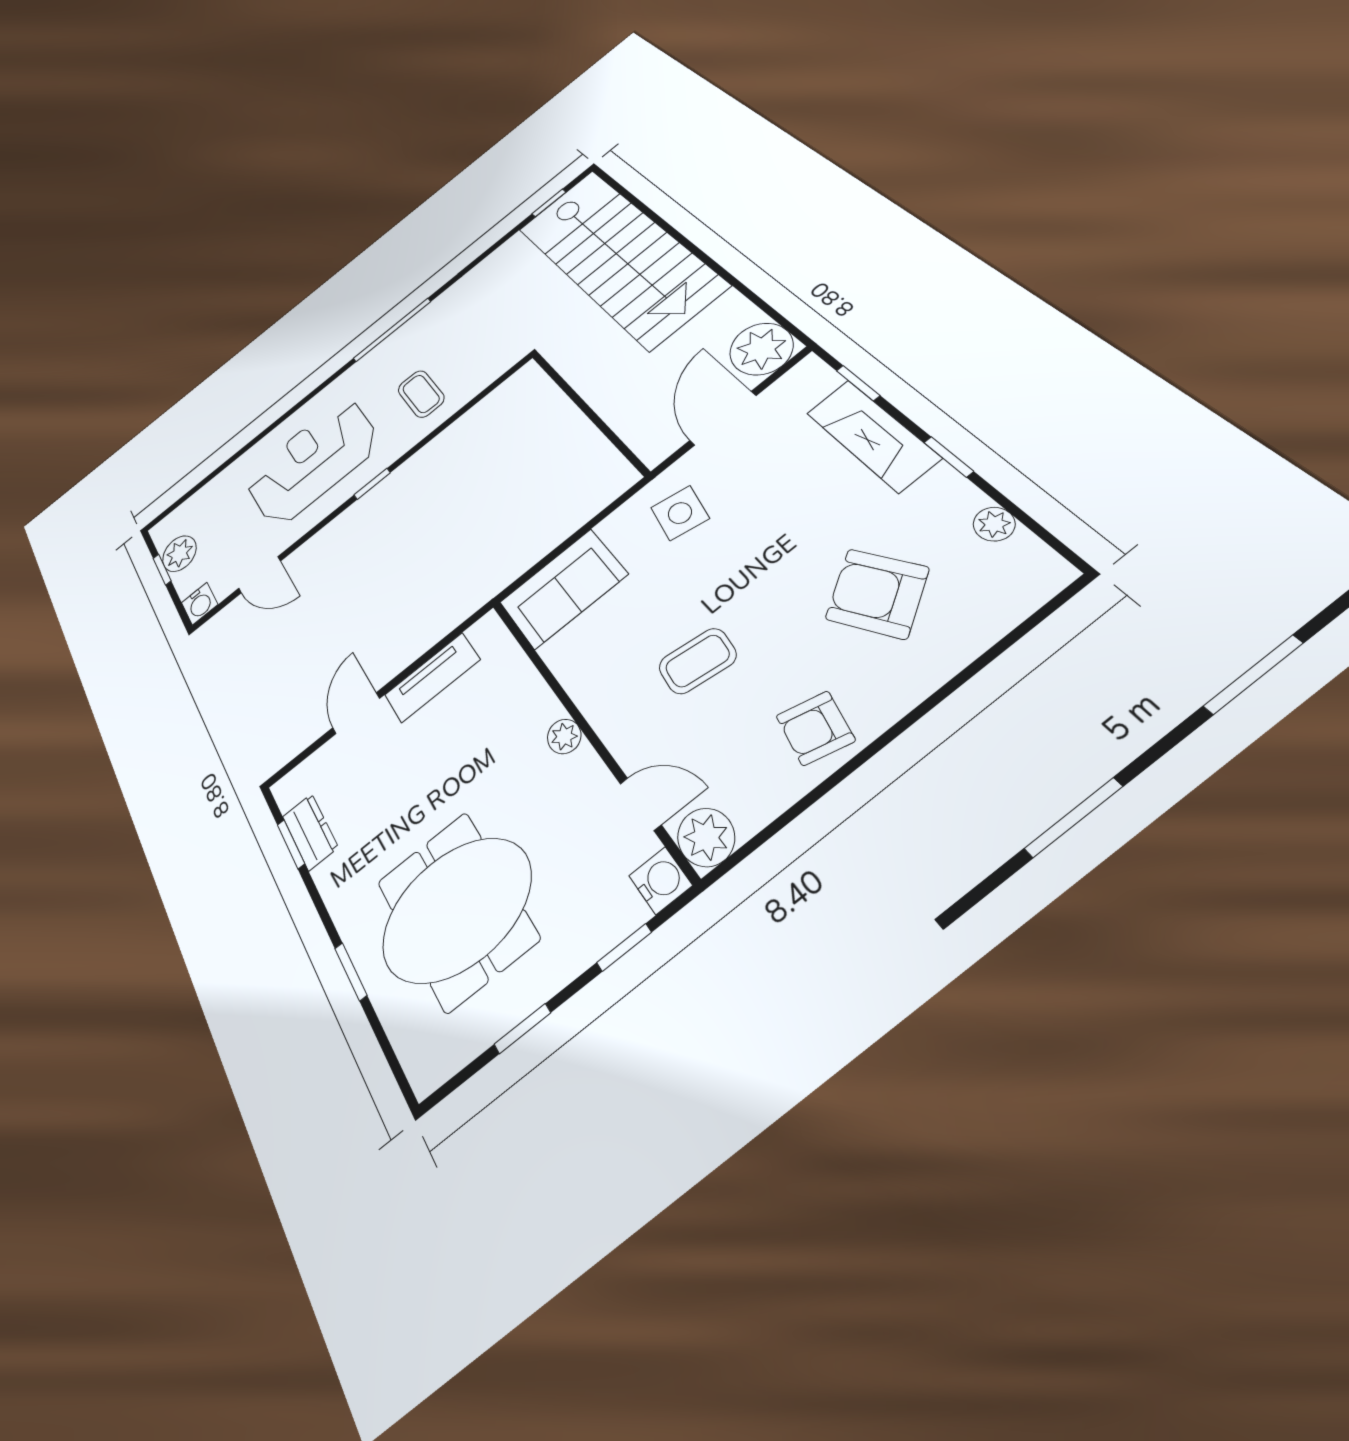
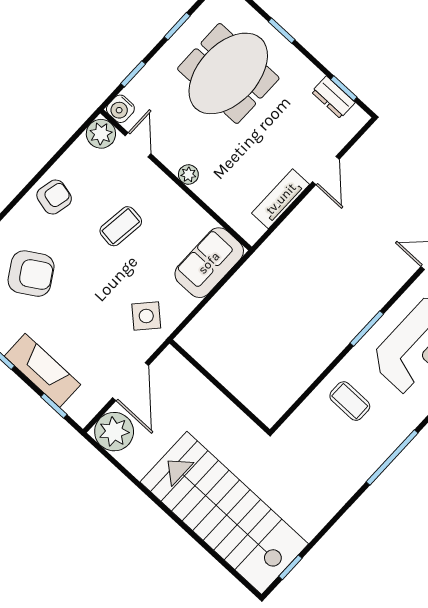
window: (372, 484) -> (367, 329), width x1.50
side table: (680, 513) -> (146, 316), turned 31
door: (640, 804) -> (138, 145), swing flipped

